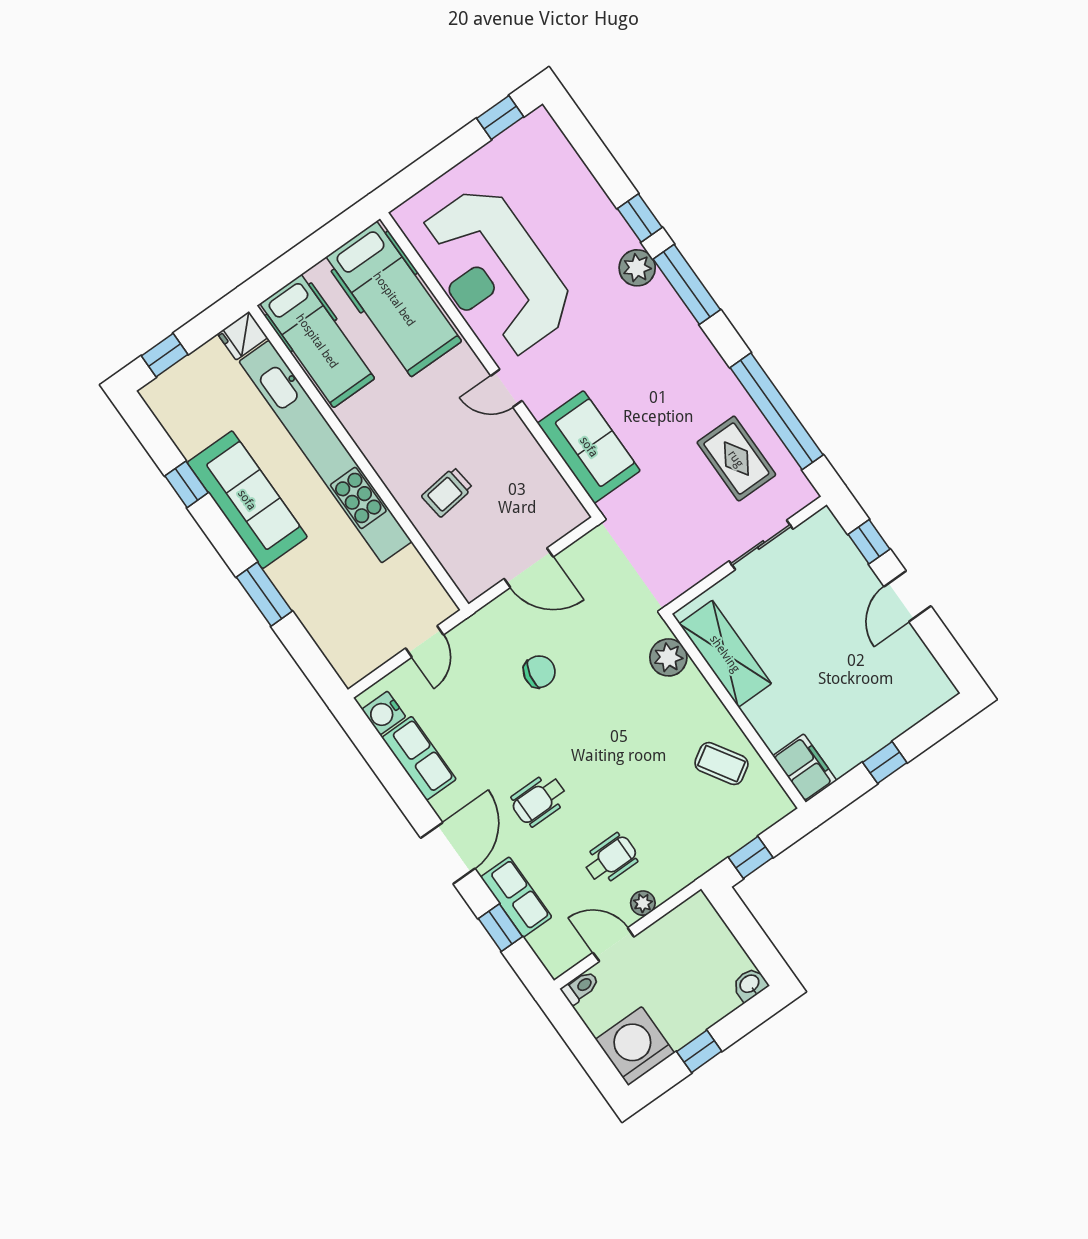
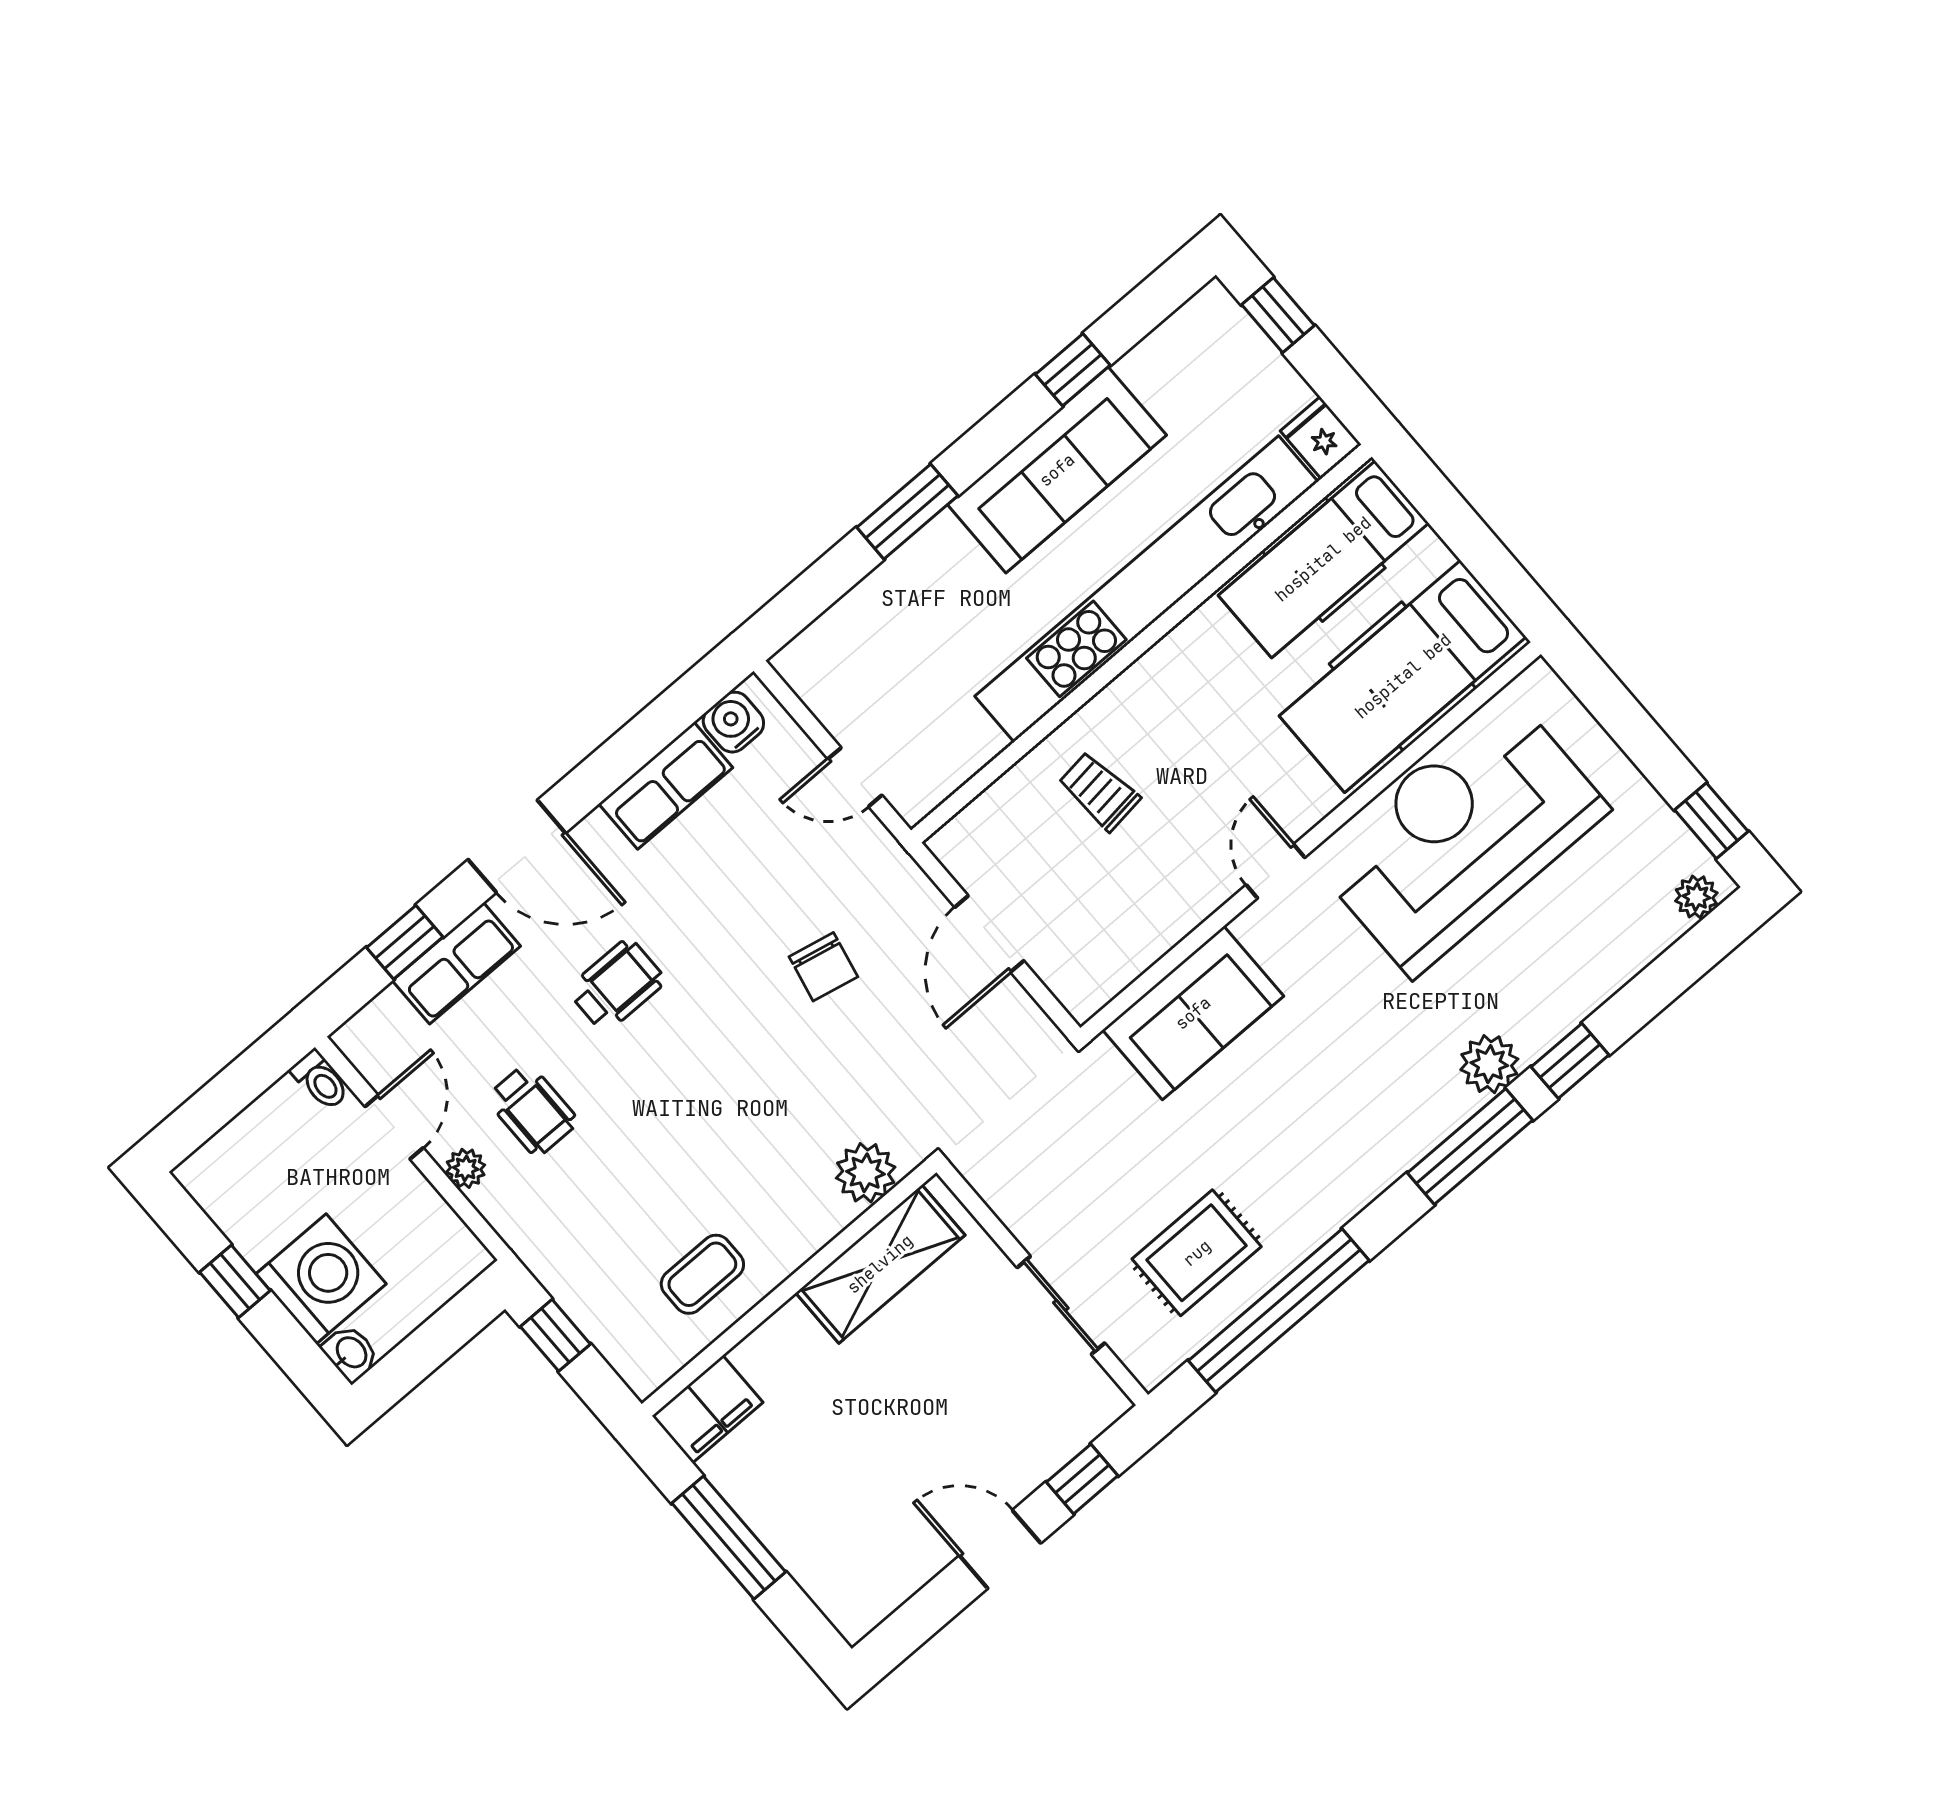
plant: (546, 131) -> (1696, 897), added
window: (885, 762) -> (729, 1538), width x2.17
coffee table: (721, 764) -> (702, 1274), turned 32
wheelchair: (539, 800) -> (617, 985), turned 90
washing machine: (635, 1046) -> (321, 1279), moved

